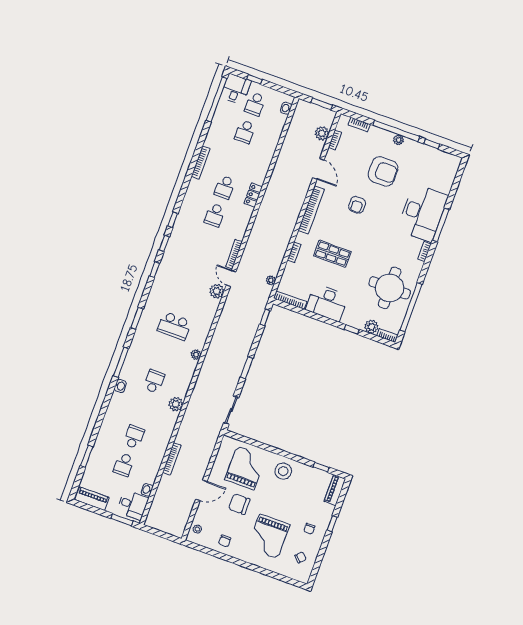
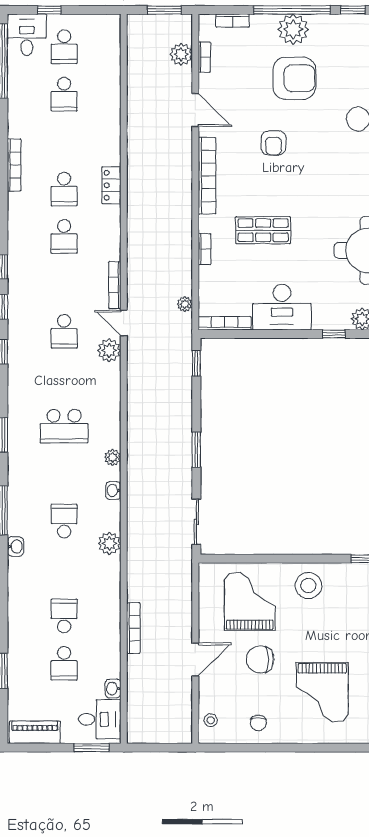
washbasin: (286, 108) -> (113, 490), moved
plant: (399, 140) -> (293, 29), width x1.87, depth x1.87
school desk: (194, 270) -> (64, 331), added

